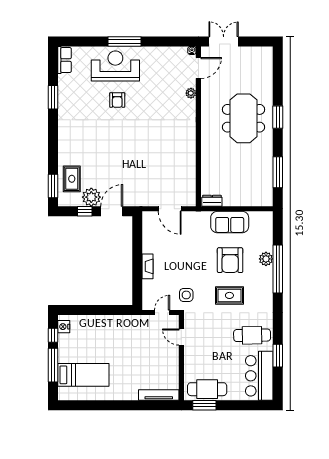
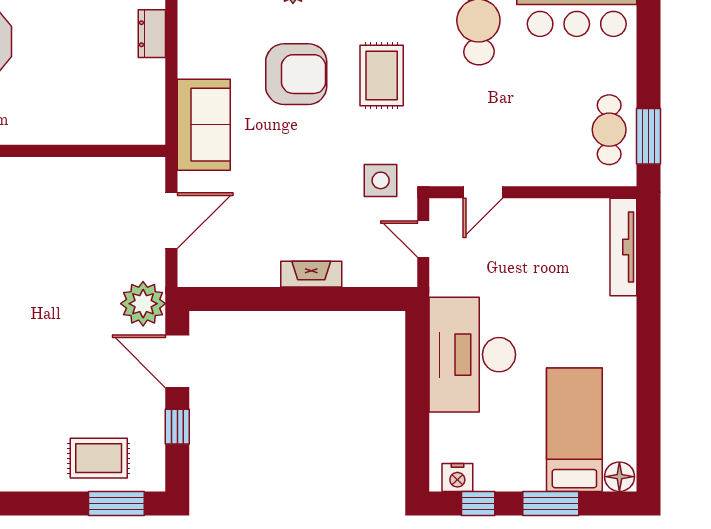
plant: (91, 197) -> (143, 304), moved
dresser: (212, 201) -> (152, 34), moved
sofa: (230, 222) -> (204, 125), moved
desk: (114, 333) -> (472, 355), added
window: (53, 365) -> (551, 503), width x0.69
cafe table: (207, 389) -> (609, 130), width x0.73, depth x0.74
floor lamp: (64, 393) -> (619, 477), added

